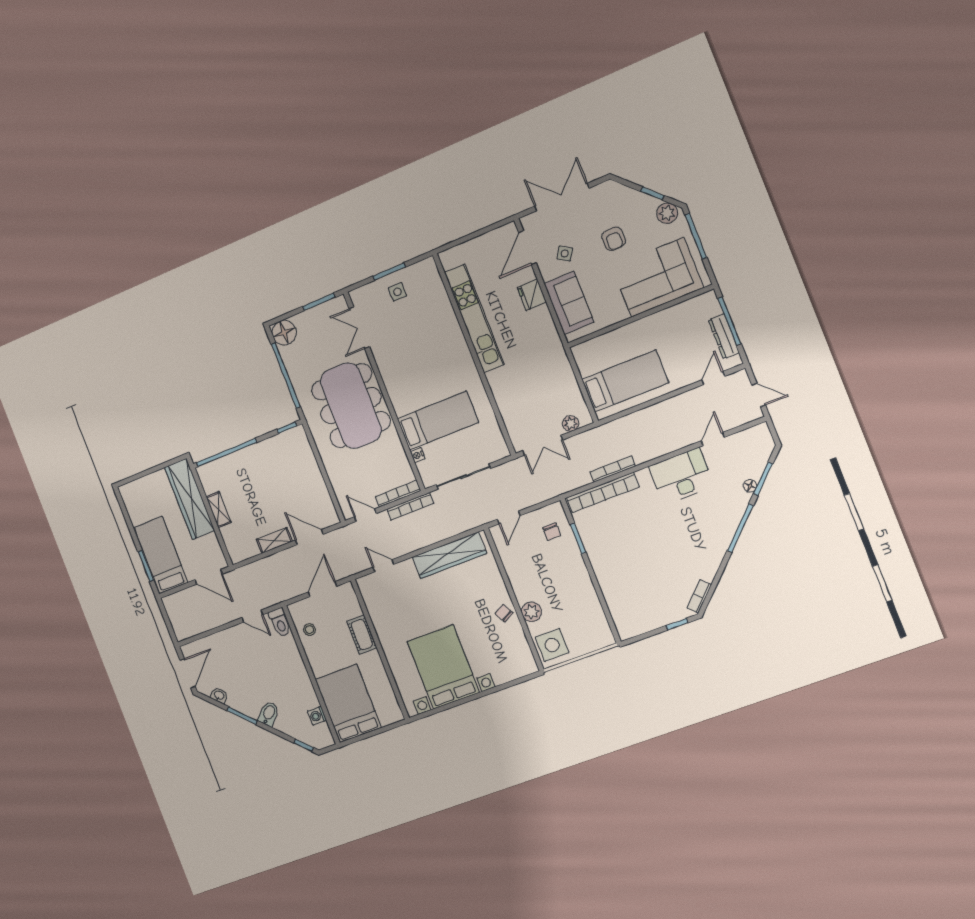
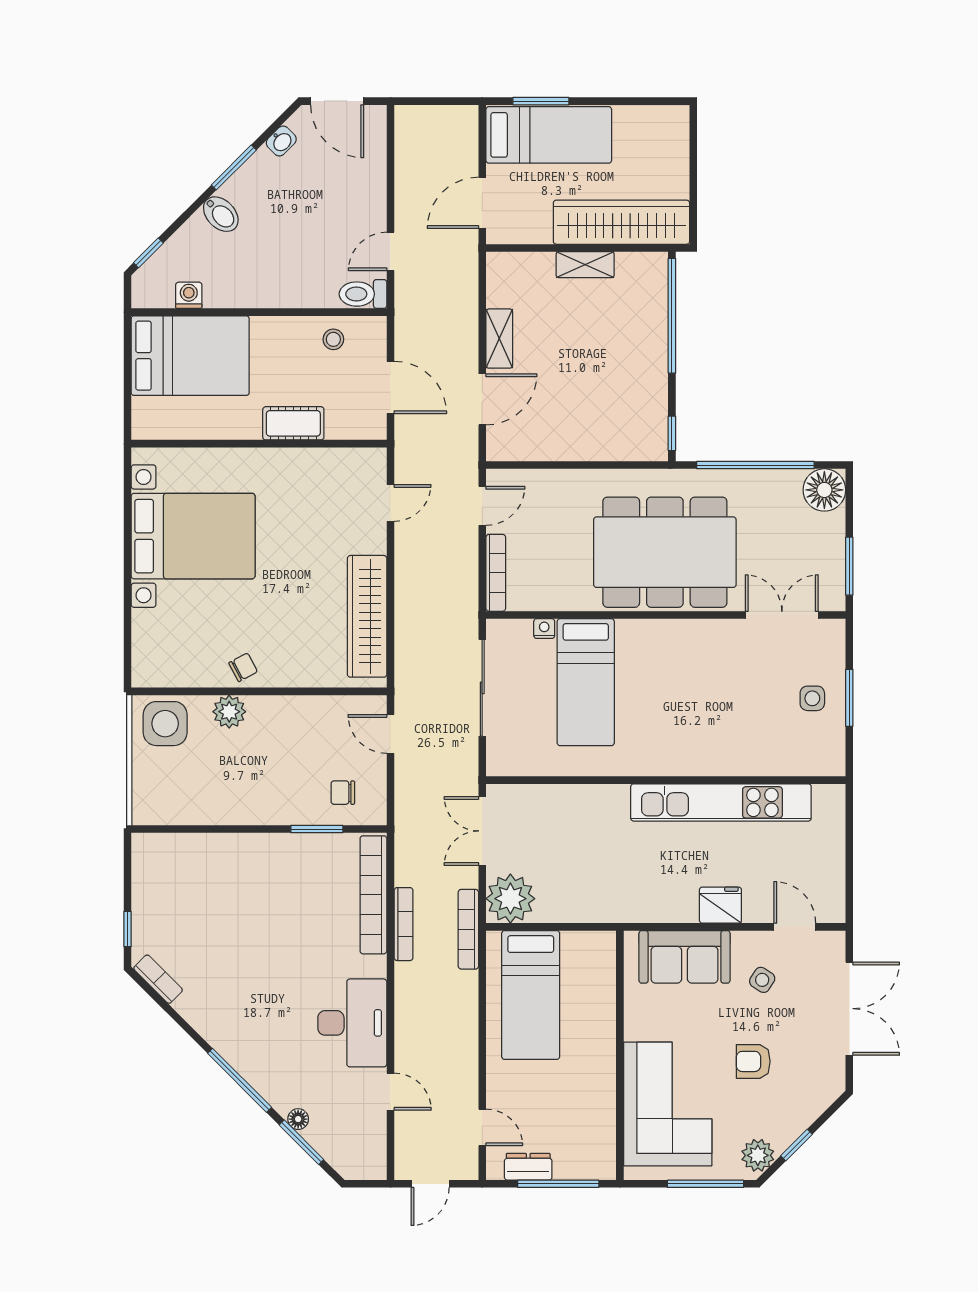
door: (528, 248) -> (795, 927), width x0.73
dresser: (724, 336) -> (528, 1167), width x0.70
plant: (570, 423) -> (510, 899), width x1.88, depth x1.88
bookcase: (410, 506) -> (468, 929), moved

